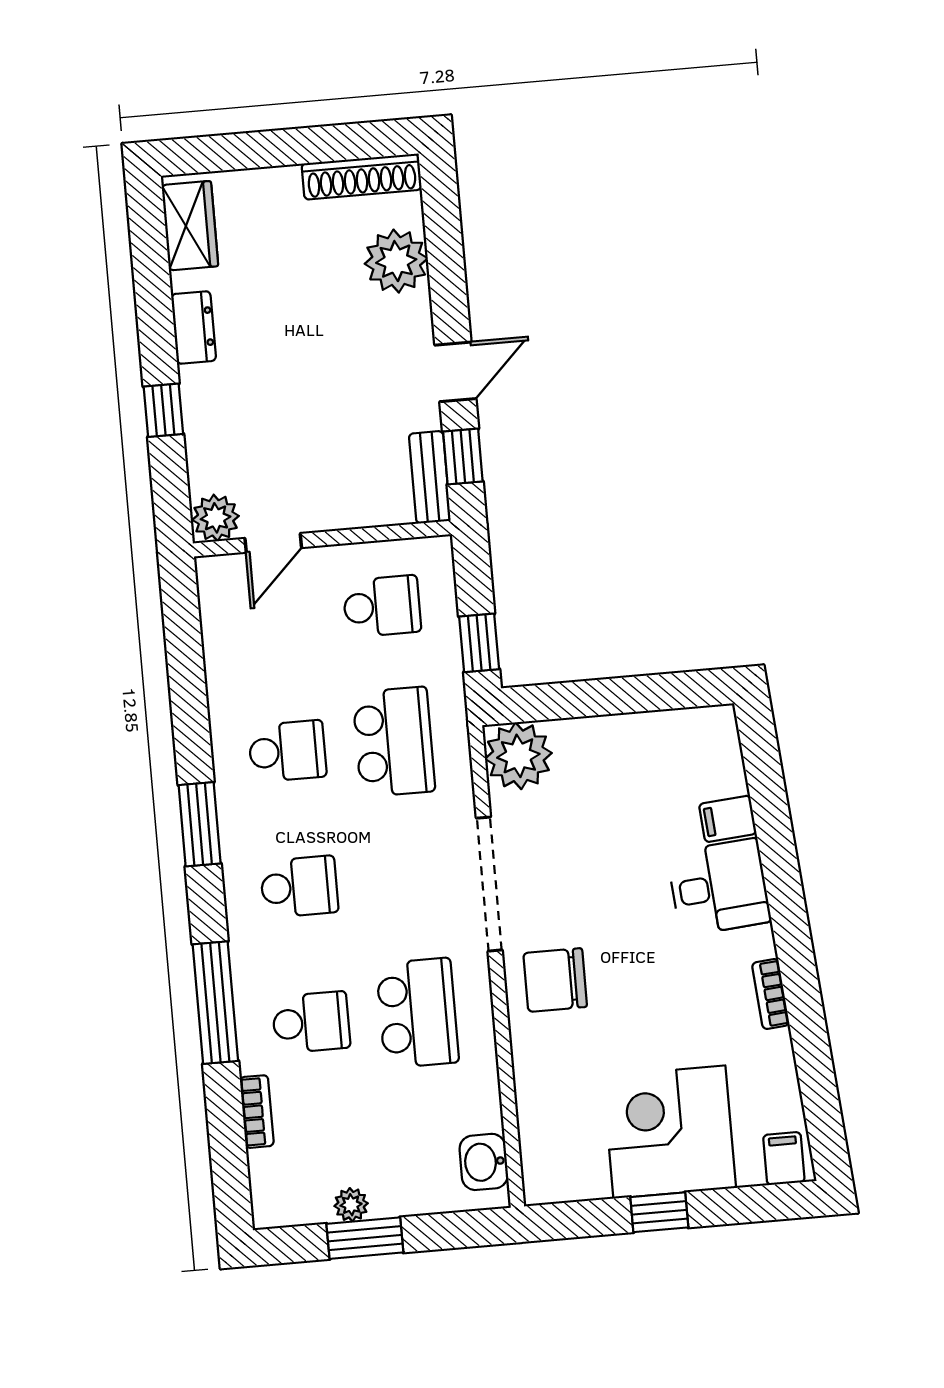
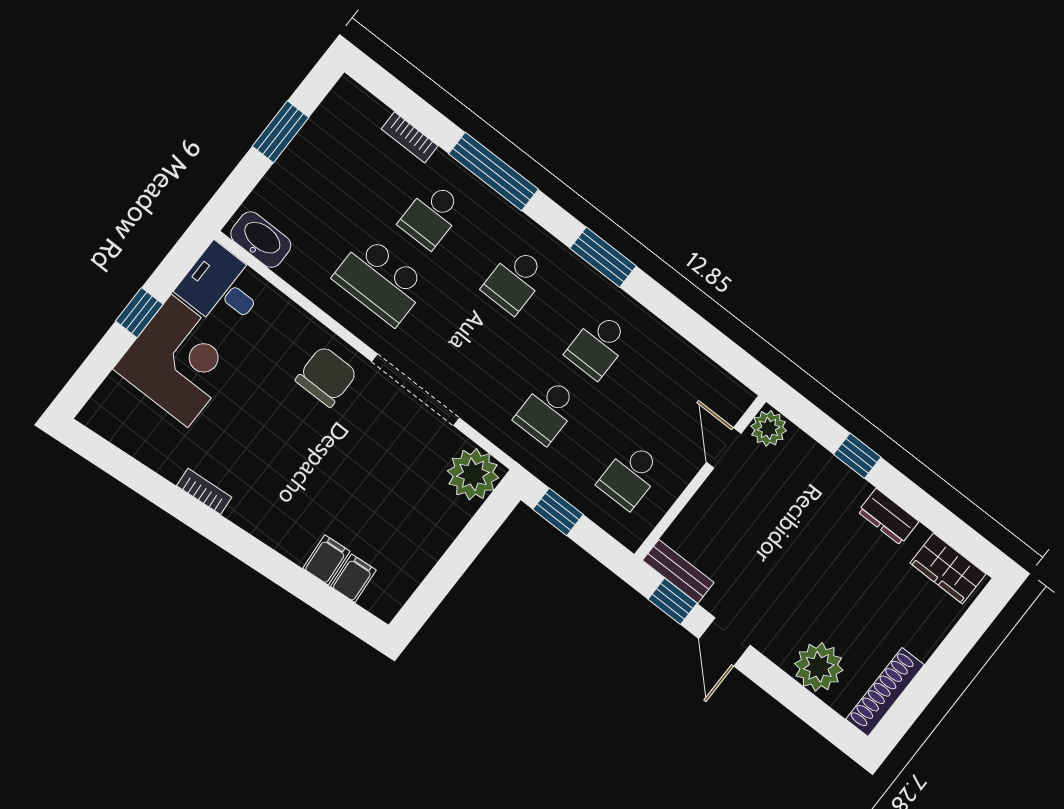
school desk: (394, 742) -> (547, 411), width x0.54
desk: (719, 887) -> (222, 287), moved, turned 95
filing cabinet: (784, 1158) -> (353, 578), moved, turned -95
washbasin: (484, 1162) -> (261, 240), width x1.38
plant: (351, 1205) -> (307, 142), removed

